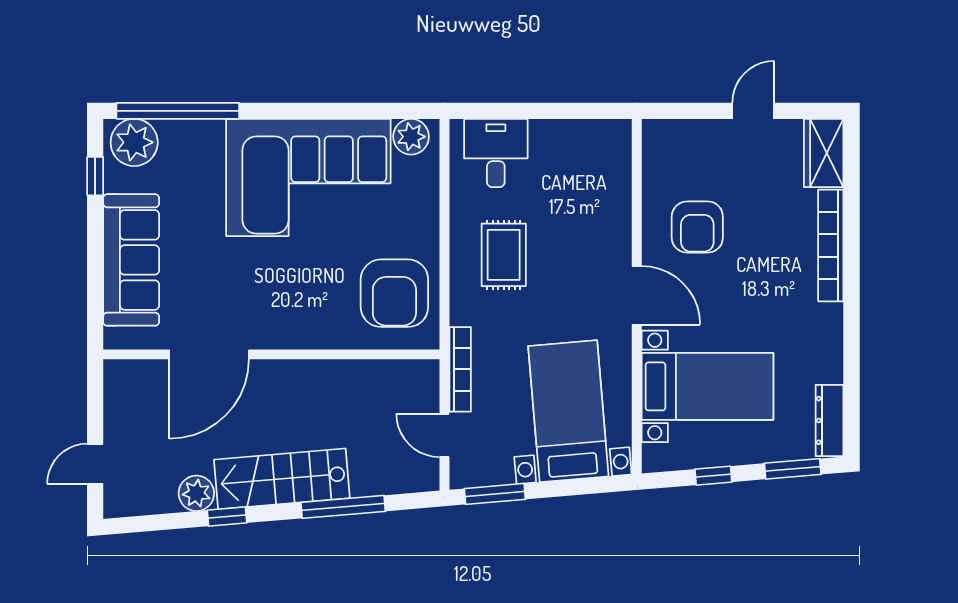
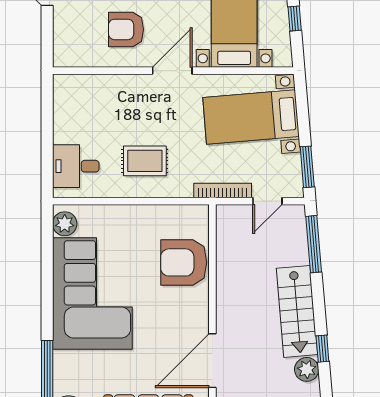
armchair: (697, 227) -> (126, 29), turned 180
armchair: (394, 293) -> (184, 262), moved, turned 180
door: (209, 354) -> (212, 361), swing flipped
window: (343, 507) -> (314, 244), moved

